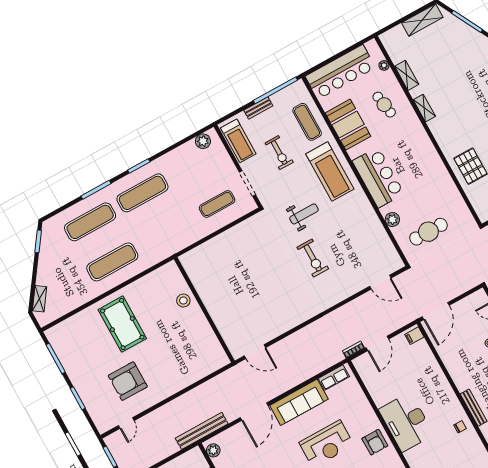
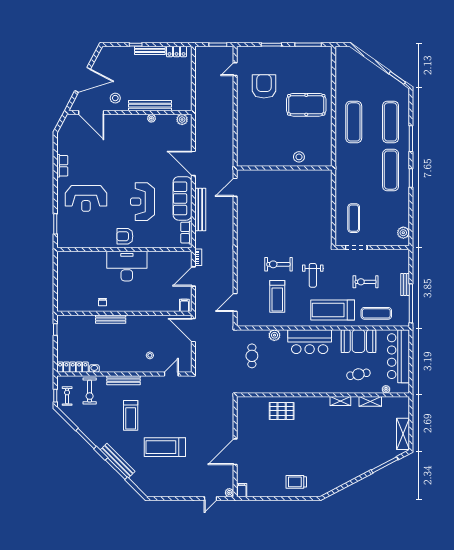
treadmill: (238, 141) -> (277, 296), moved, turned -90
cafe table: (428, 232) -> (252, 356), width x0.73, depth x0.74
shelving: (40, 299) -> (356, 57), removed
door: (377, 343) -> (193, 276), hinge flipped
door: (126, 423) -> (235, 69), hinge flipped
bench: (202, 431) -> (200, 209), moved

